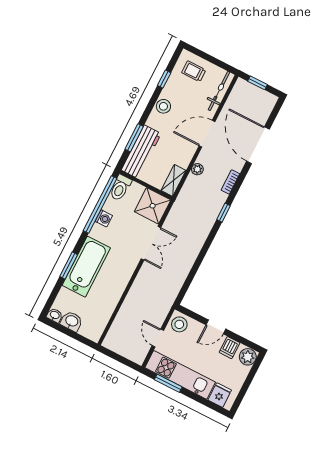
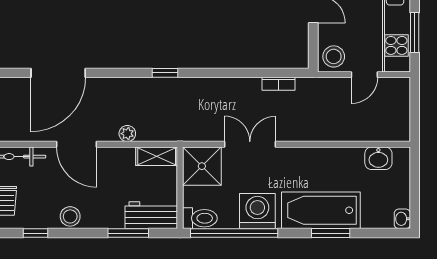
workbench: (141, 152) -> (151, 215), width x0.73
bookcase: (230, 182) -> (279, 84), moved
washing machine: (104, 218) -> (257, 211), width x1.89, depth x1.89
washbasin: (72, 321) -> (378, 158), moved, turned -90

